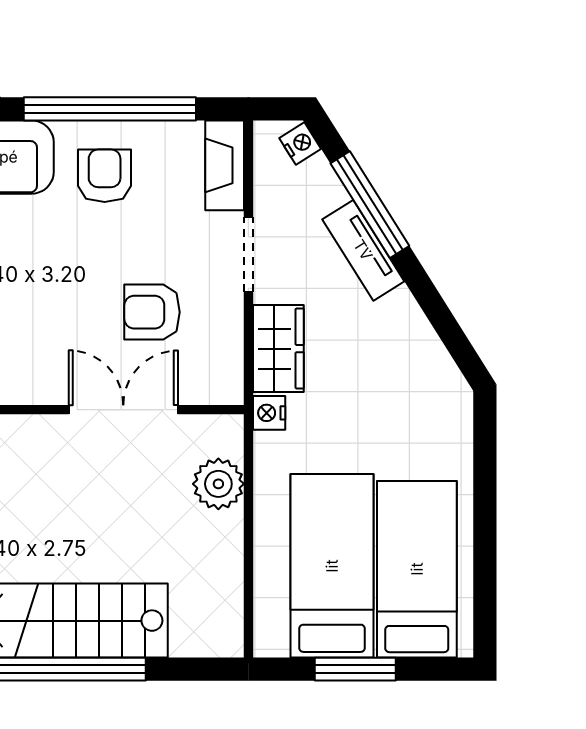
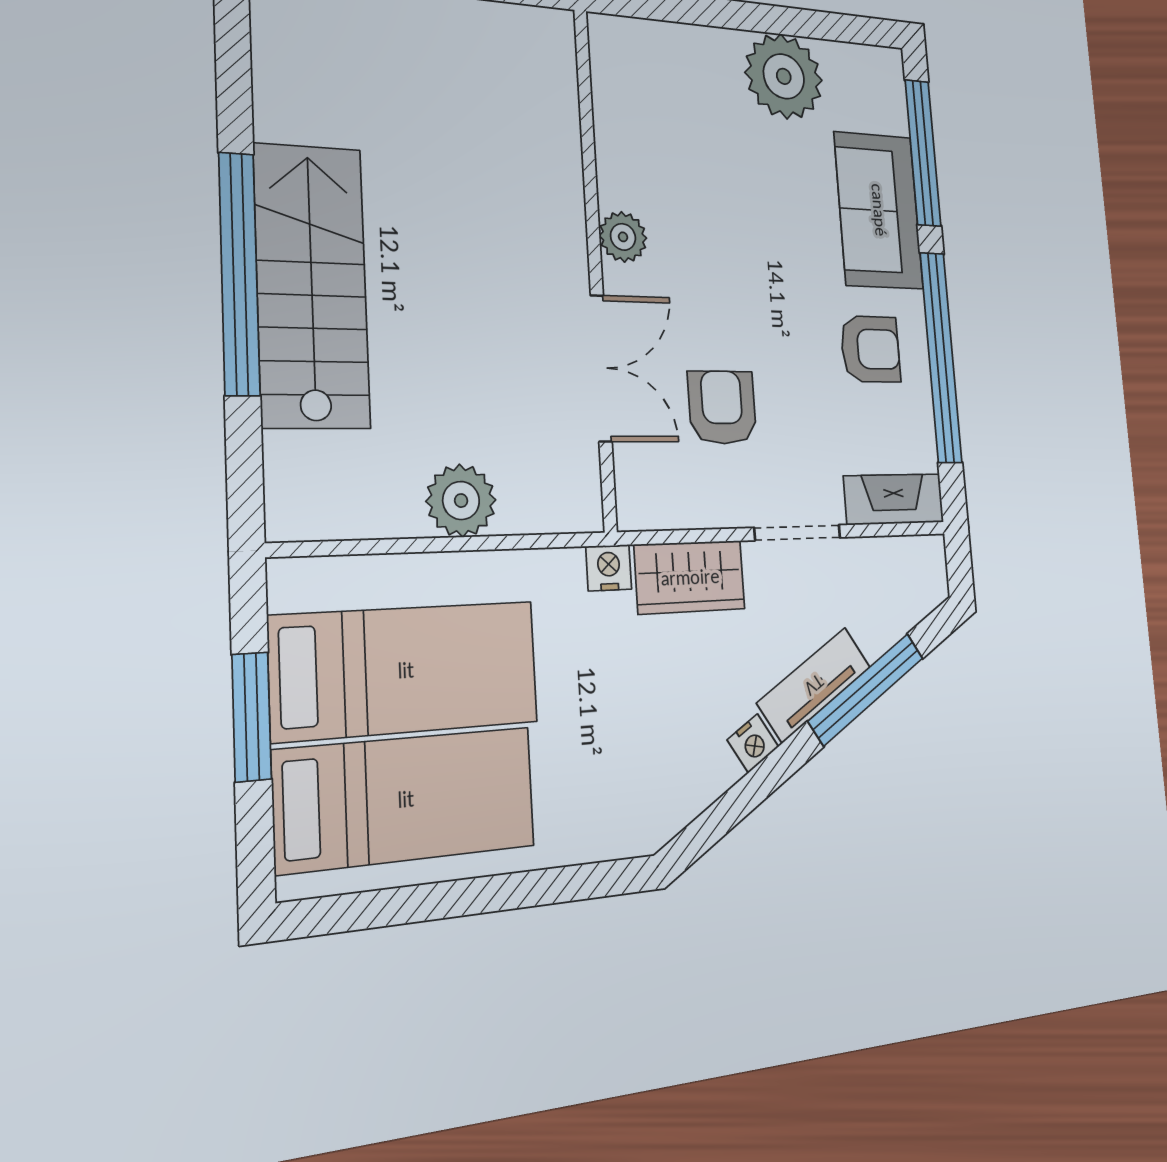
nightstand: (300, 143) -> (753, 743), moved
plant: (23, 386) -> (623, 237), added
plant: (218, 484) -> (461, 501), moved

